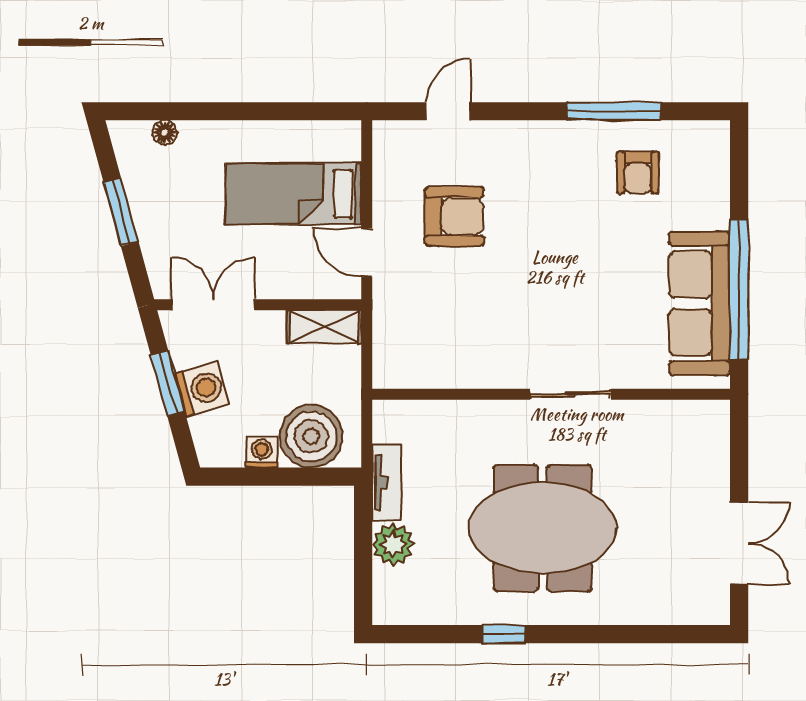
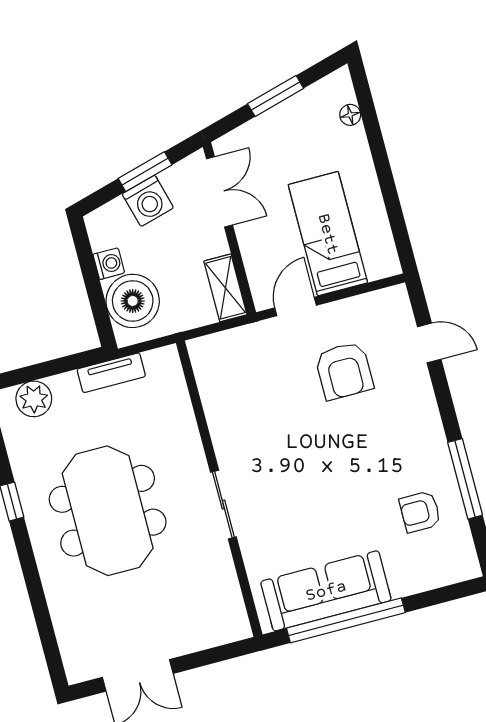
plant: (393, 544) -> (34, 399), moved

